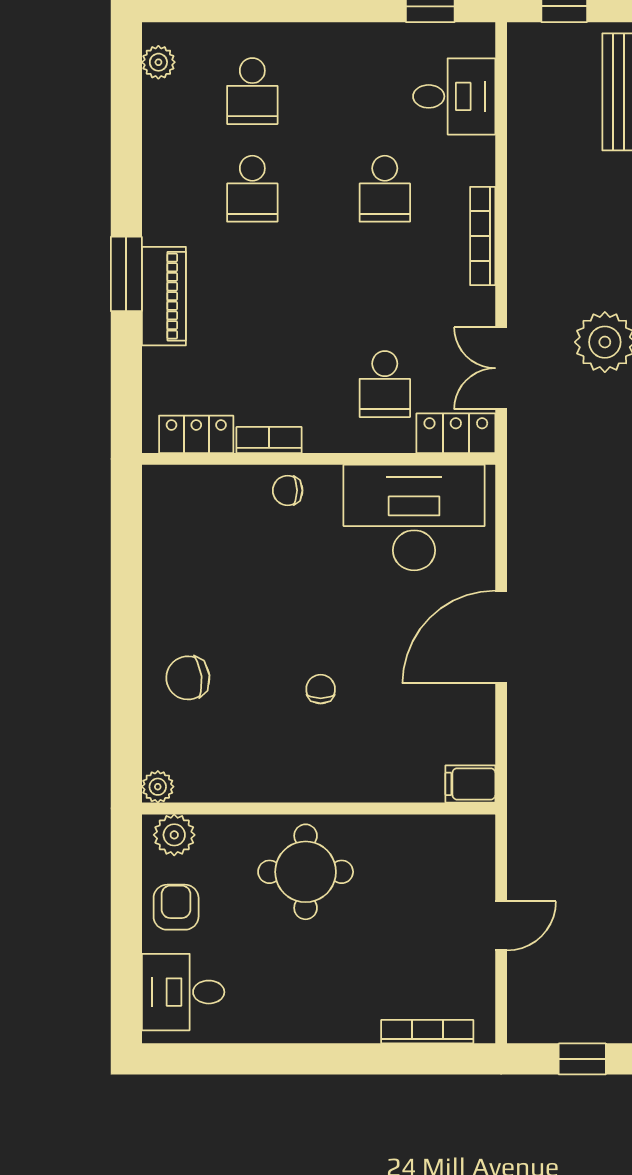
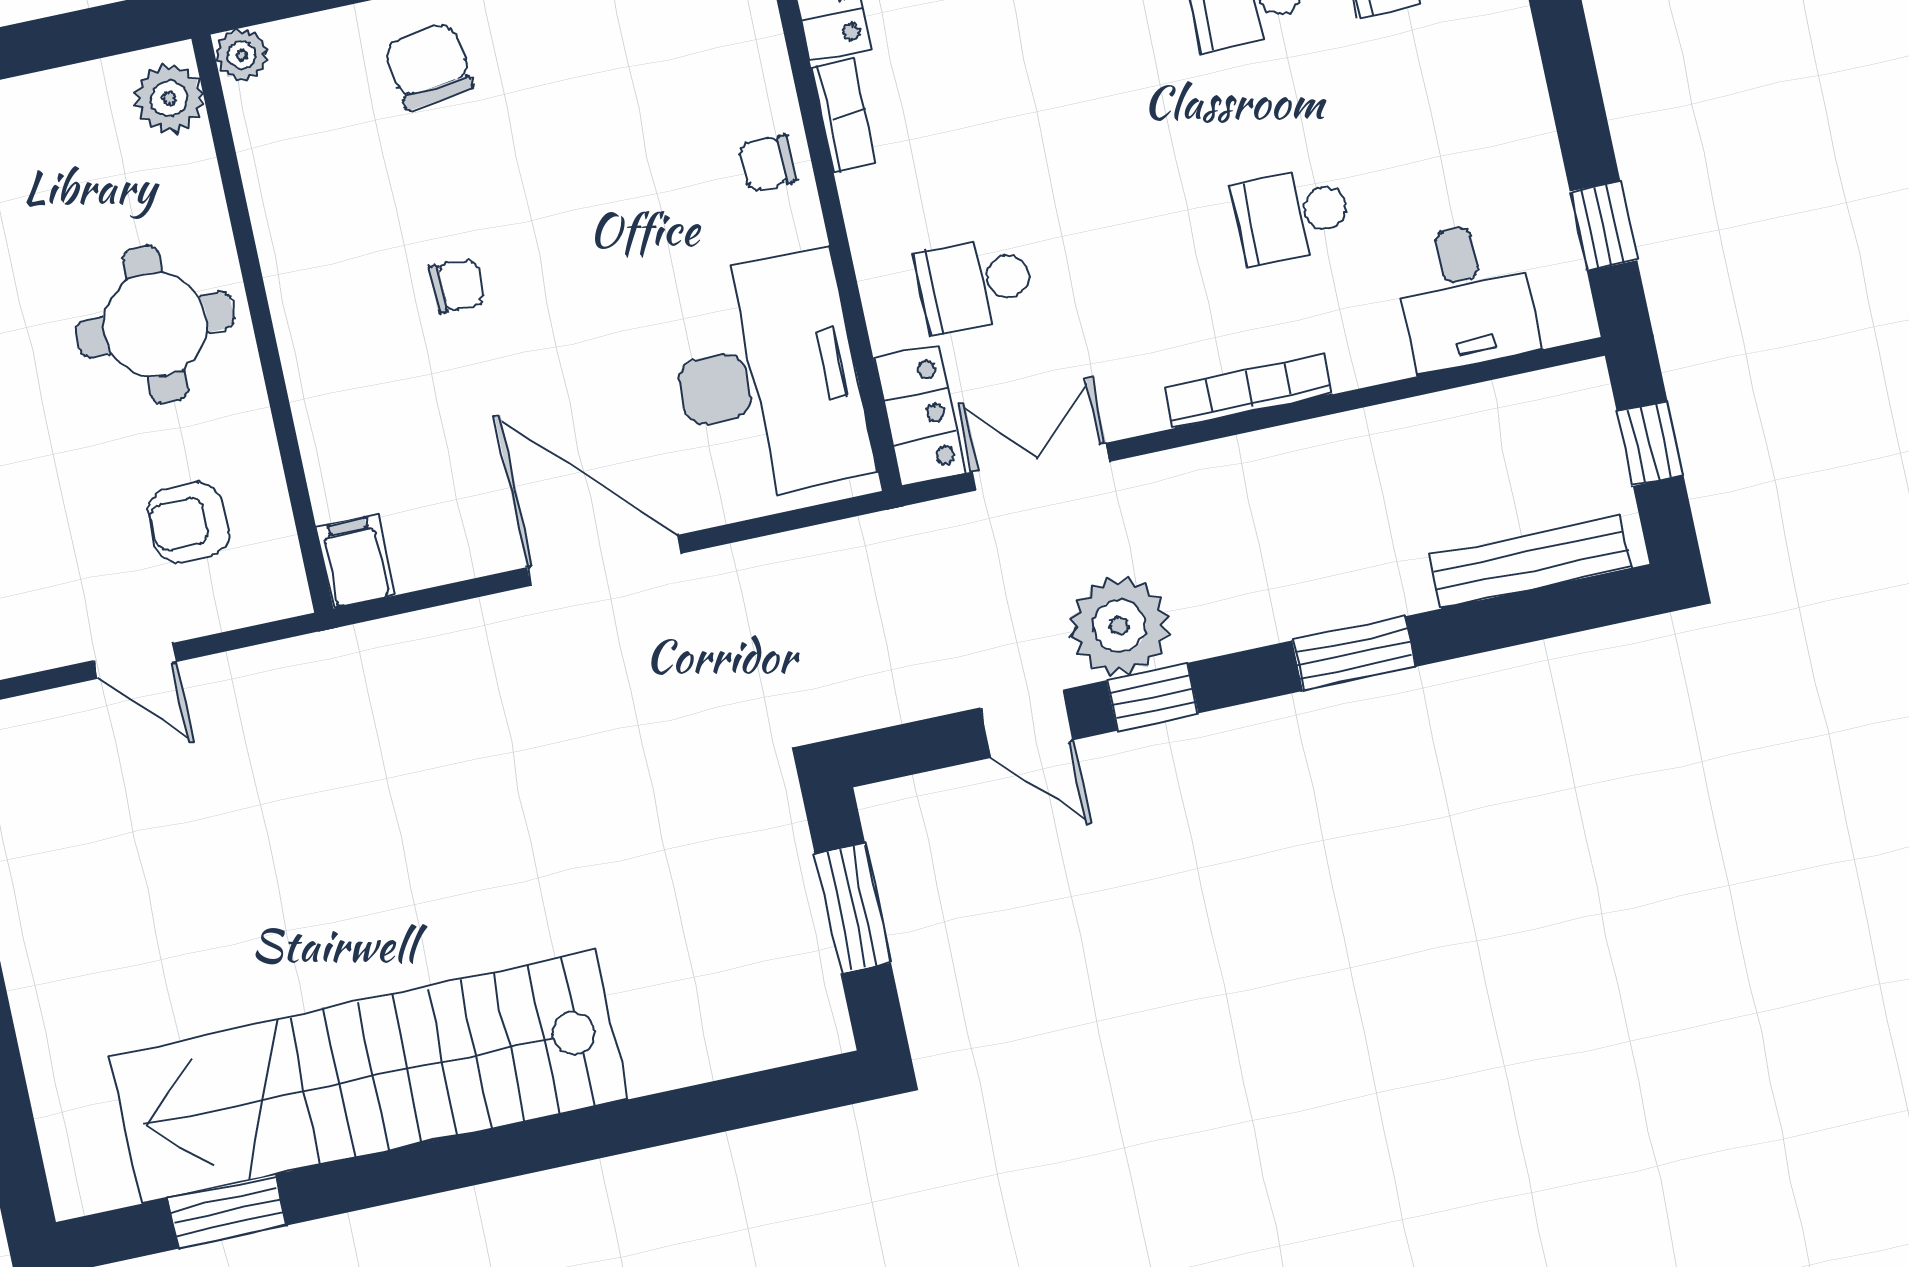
chair: (288, 490) -> (768, 163), turned -90
armchair: (176, 907) -> (188, 522), moved, turned 180

